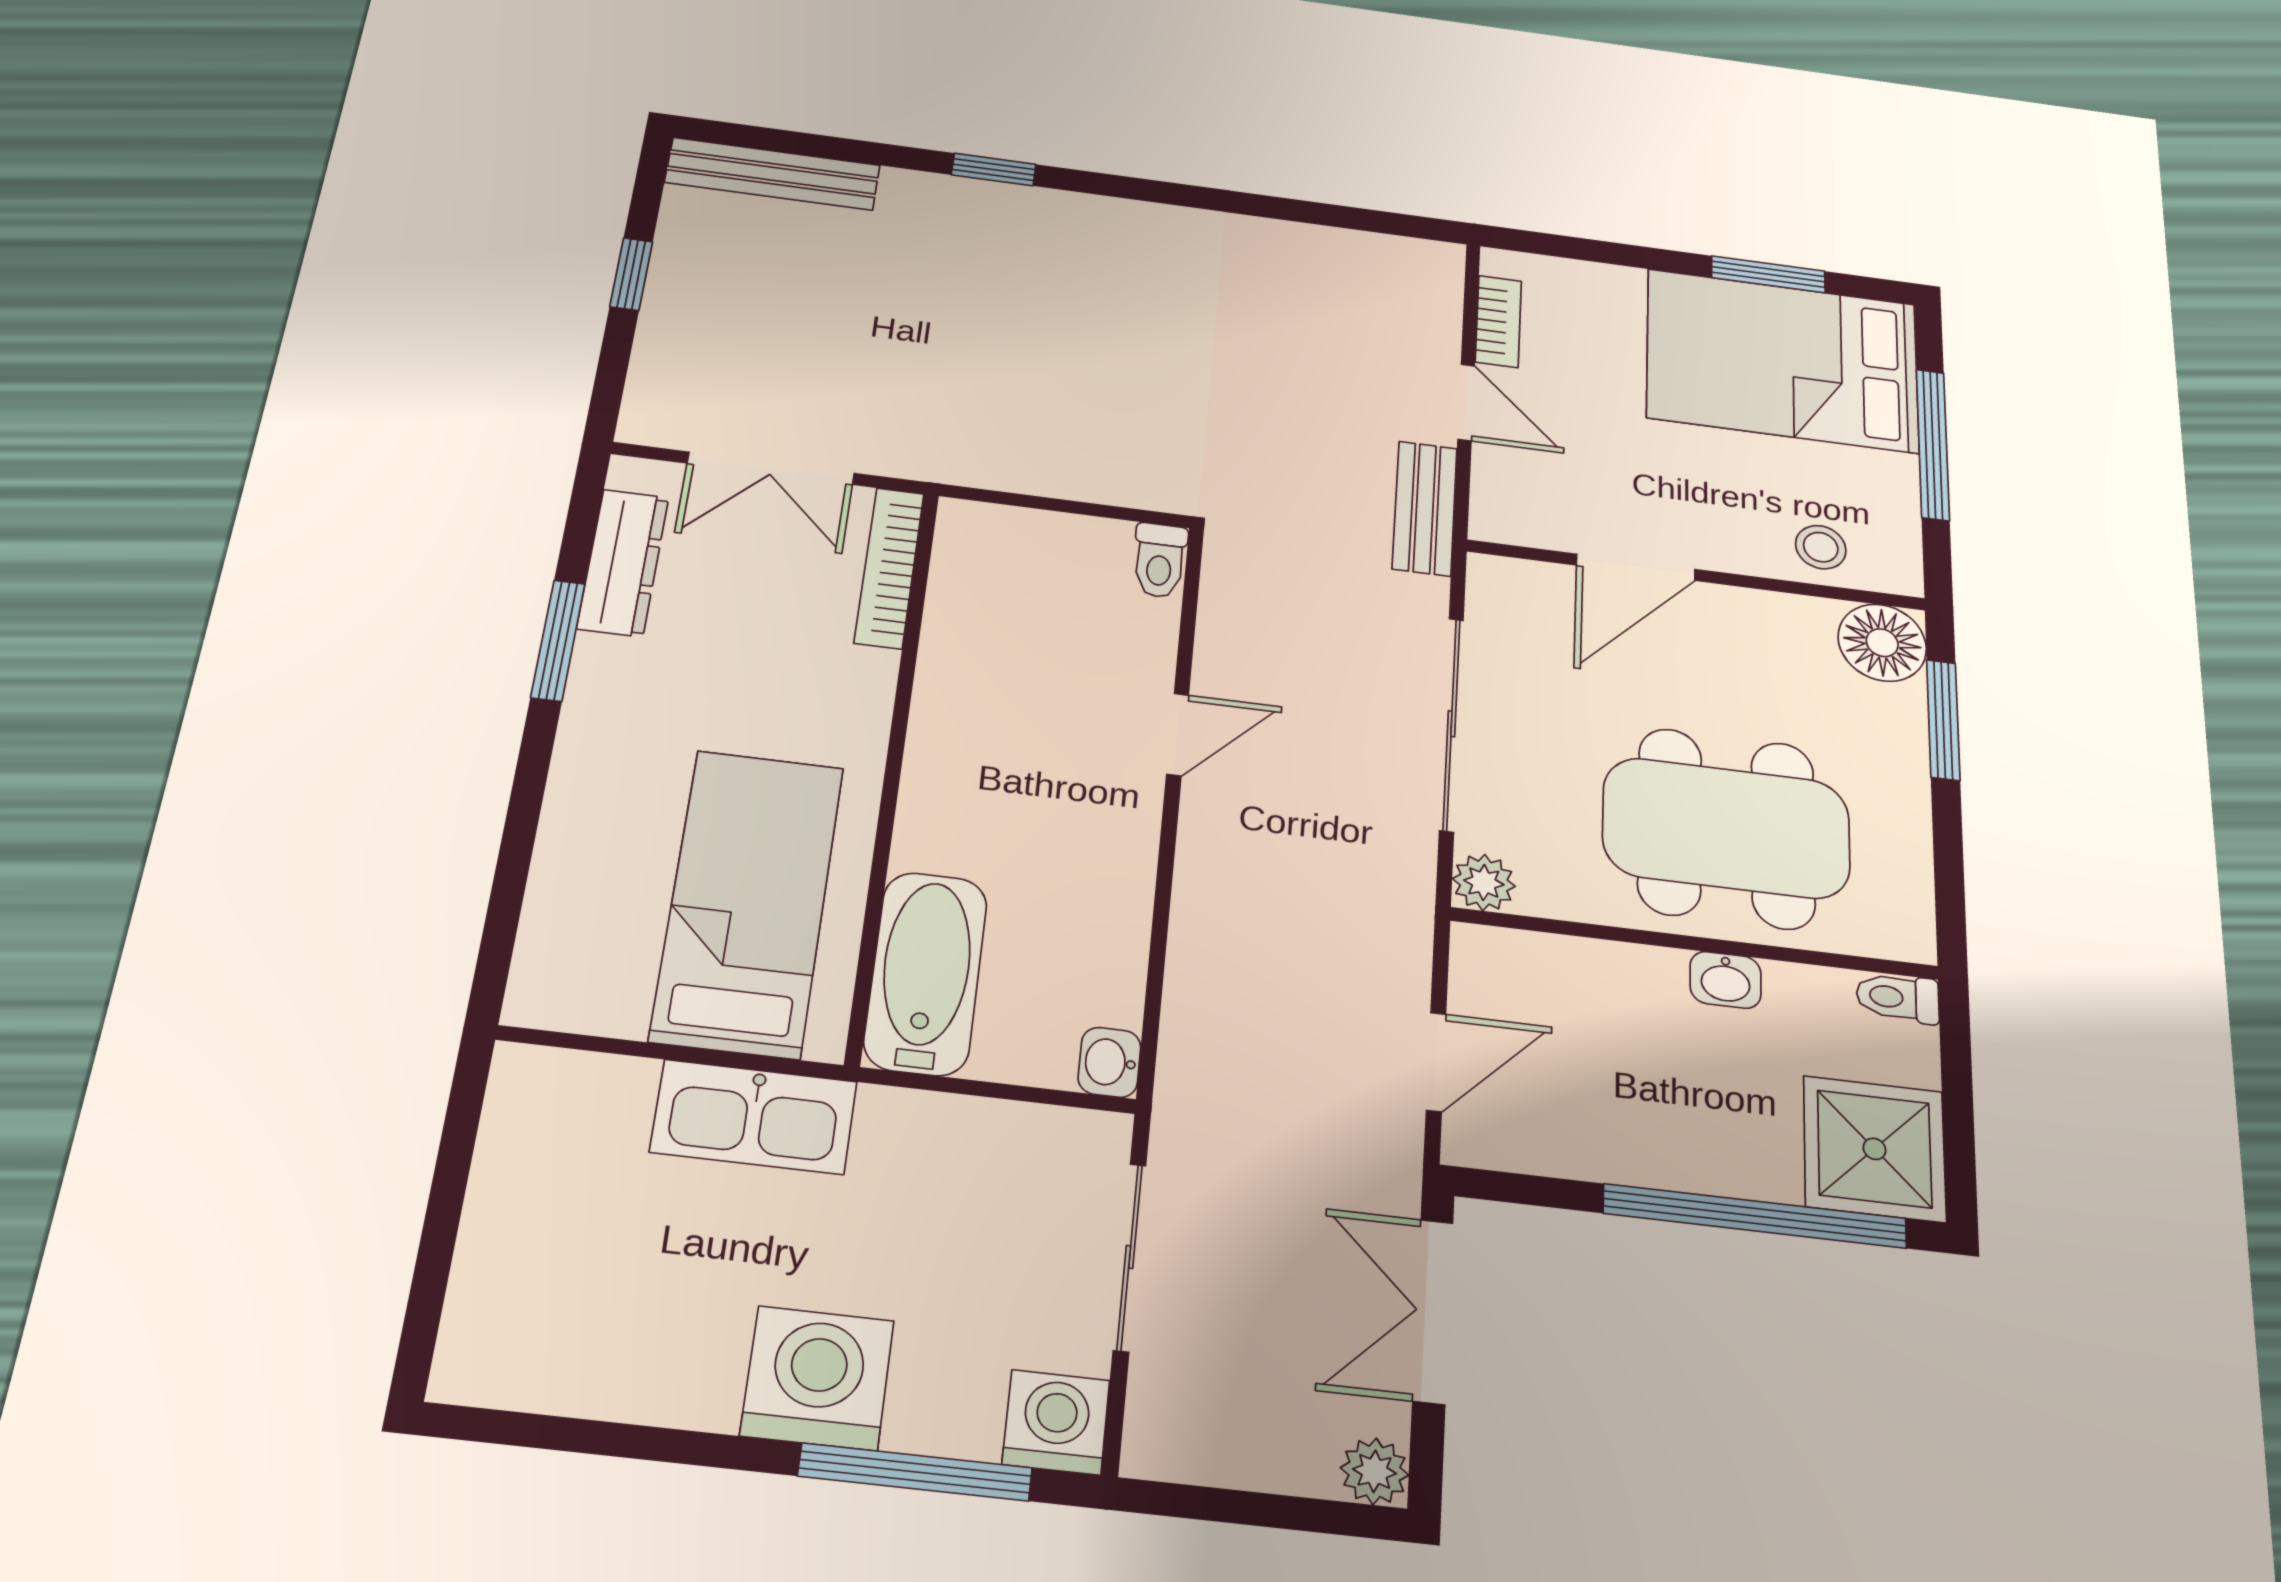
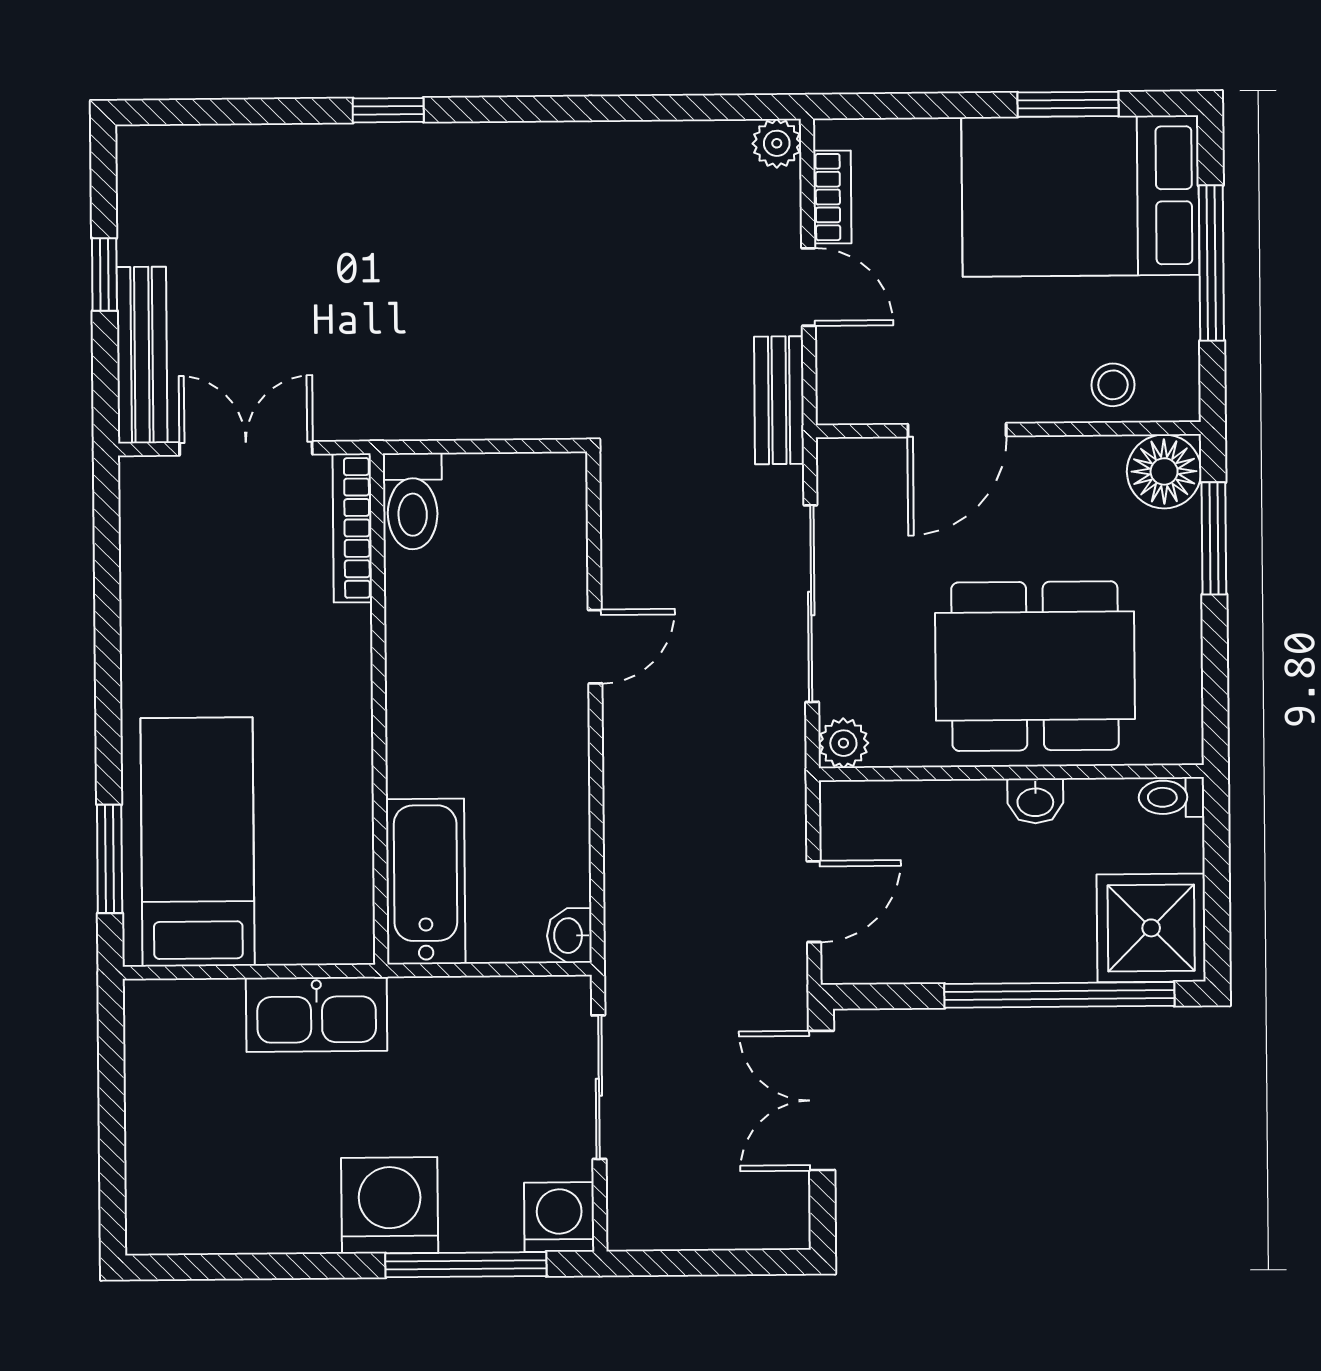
bench: (773, 174) -> (142, 355), moved, turned 90
double door: (771, 468) -> (246, 448), swing flipped
toilet: (1160, 560) -> (413, 501), moved, width x1.37, depth x1.39
dresser: (623, 563) -> (145, 557), removed
window: (558, 640) -> (110, 859), moved
bed: (748, 902) -> (198, 842), moved
plant: (1375, 1471) -> (777, 143), moved

